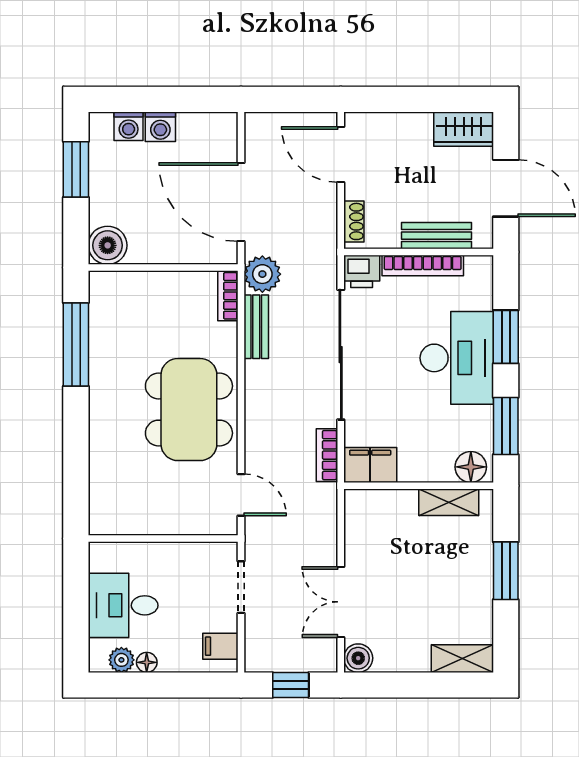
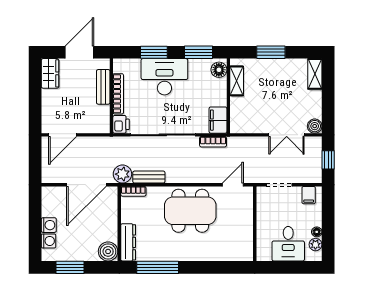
shoe rack: (354, 221) -> (96, 128), removed
dresser: (126, 285) -> (128, 242), added

